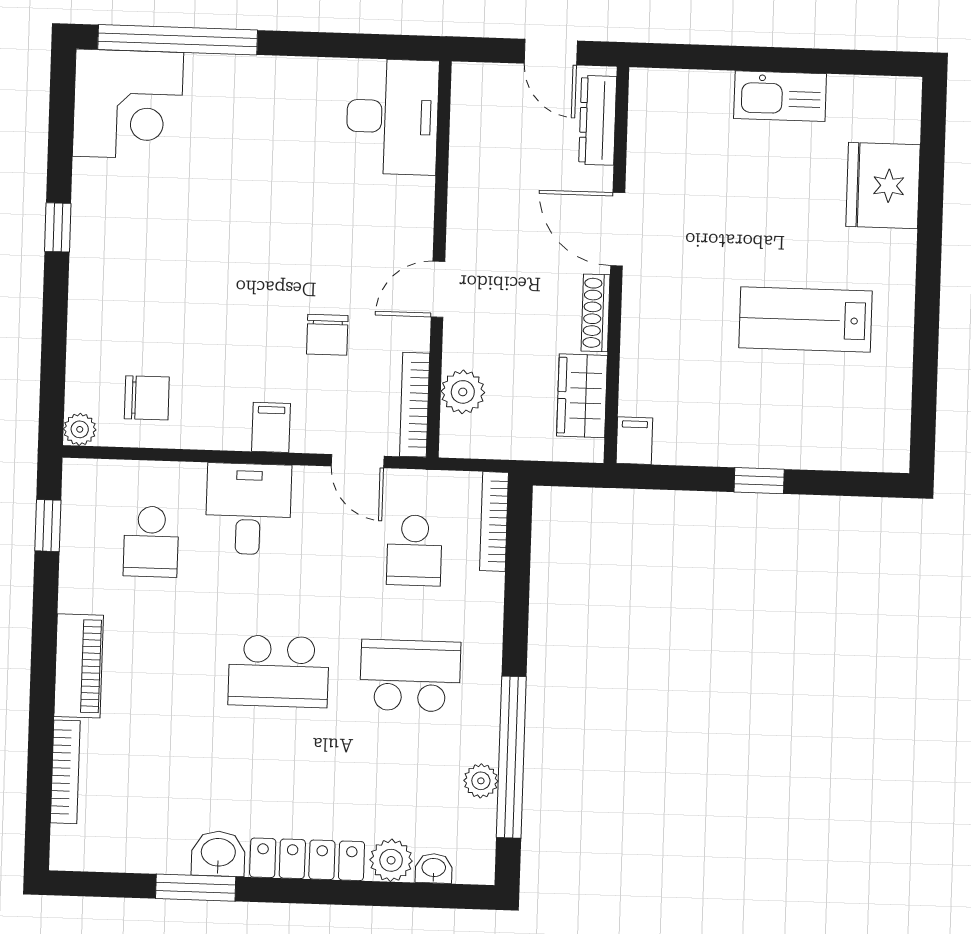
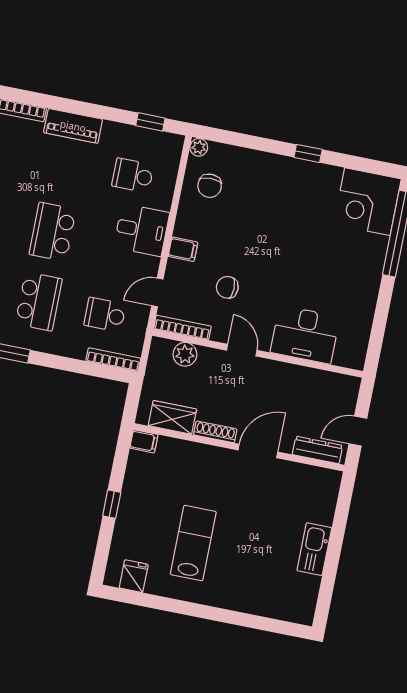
desk: (392, 117) -> (305, 335), moved
fridge: (883, 186) -> (134, 576), moved, width x0.53, depth x0.75

